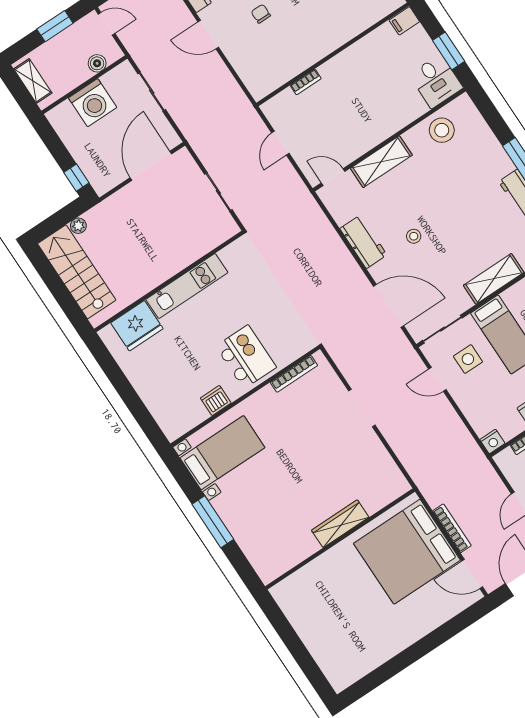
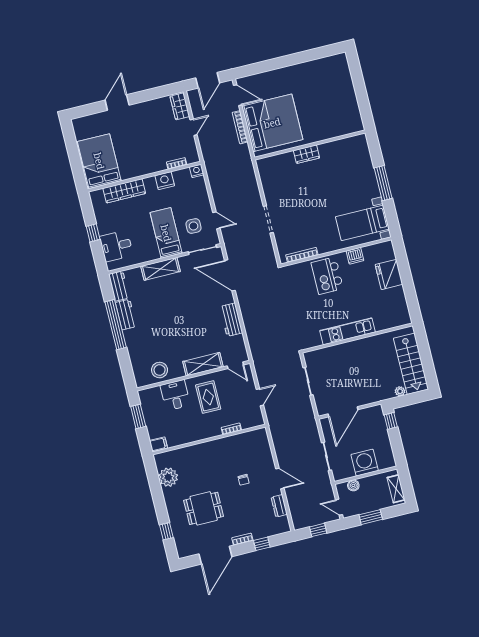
desk: (436, 81) -> (175, 395), moved
rug: (356, 116) -> (208, 397), added
stool: (414, 236) -> (200, 312), removed
fridge: (137, 326) -> (389, 274), moved, turned -90
wardrobe: (340, 524) -> (307, 154), width x0.67

